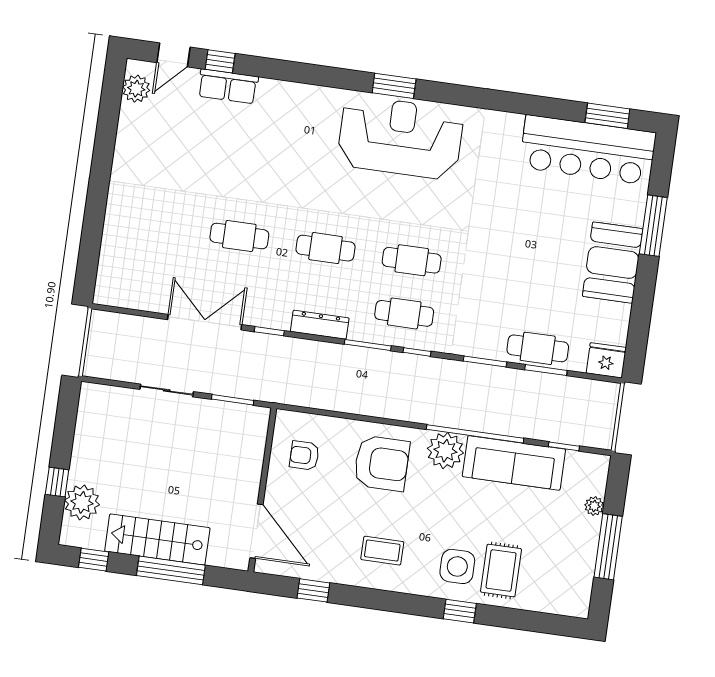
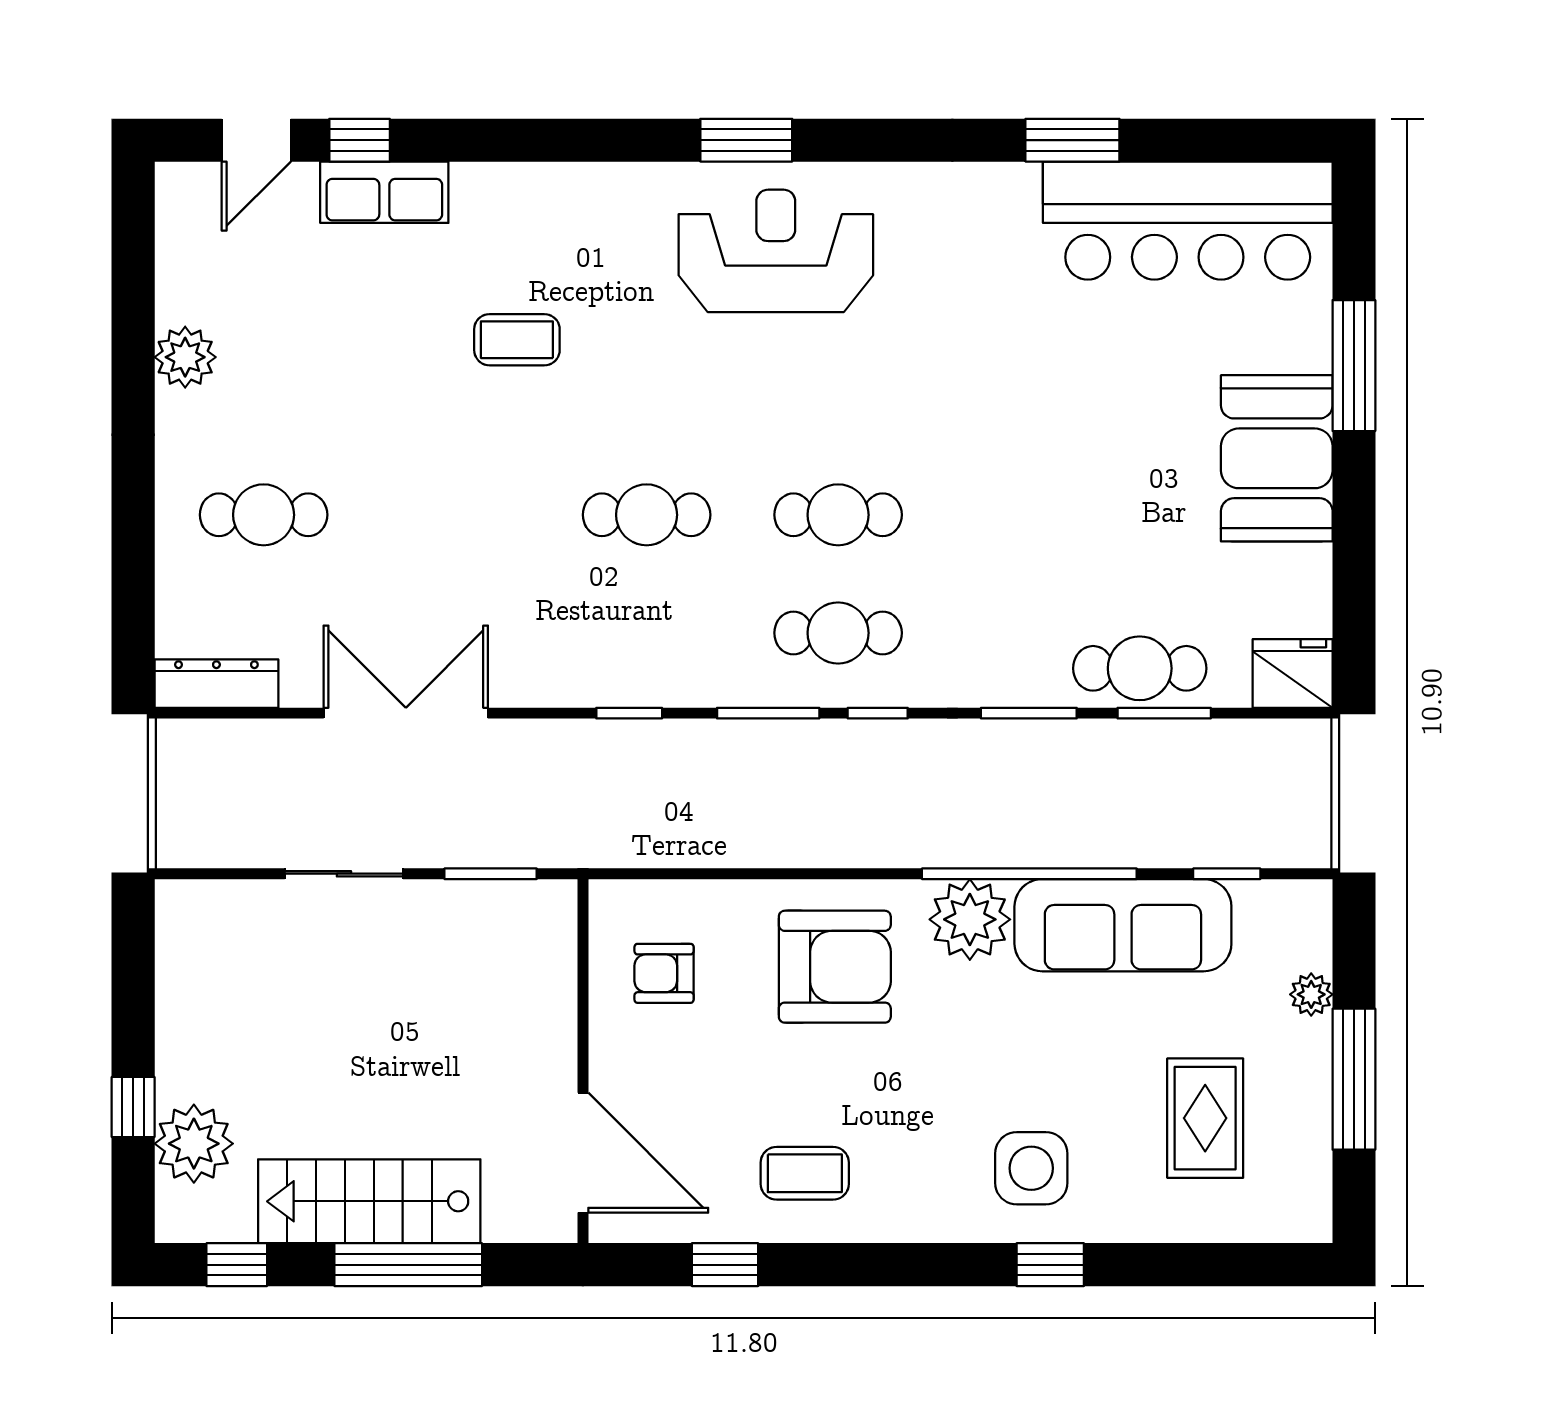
plant: (136, 89) -> (185, 357), moved
window: (607, 116) -> (1072, 140), moved
reception desk: (400, 138) -> (776, 251), width x0.74, depth x0.77
coffee table: (278, 161) -> (517, 340), added
cafe table: (239, 236) -> (264, 515), moved
dresser: (320, 325) -> (216, 684), moved
window: (269, 331) -> (629, 713), moved
coffee table: (382, 551) -> (805, 1173), moved
rug: (501, 570) -> (1205, 1118), moved

